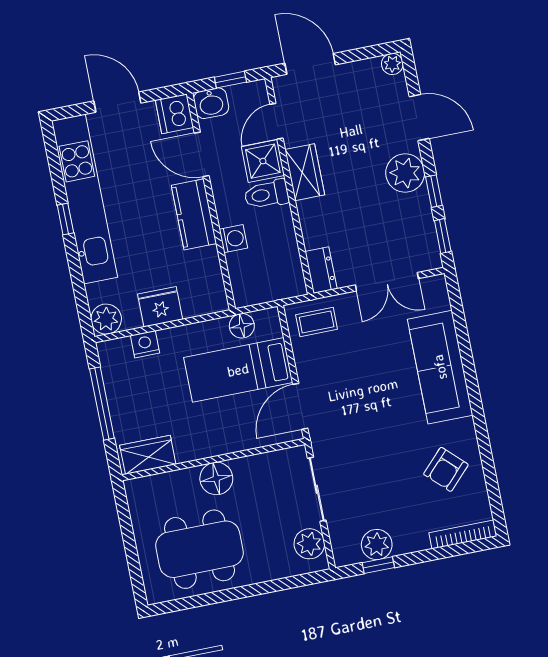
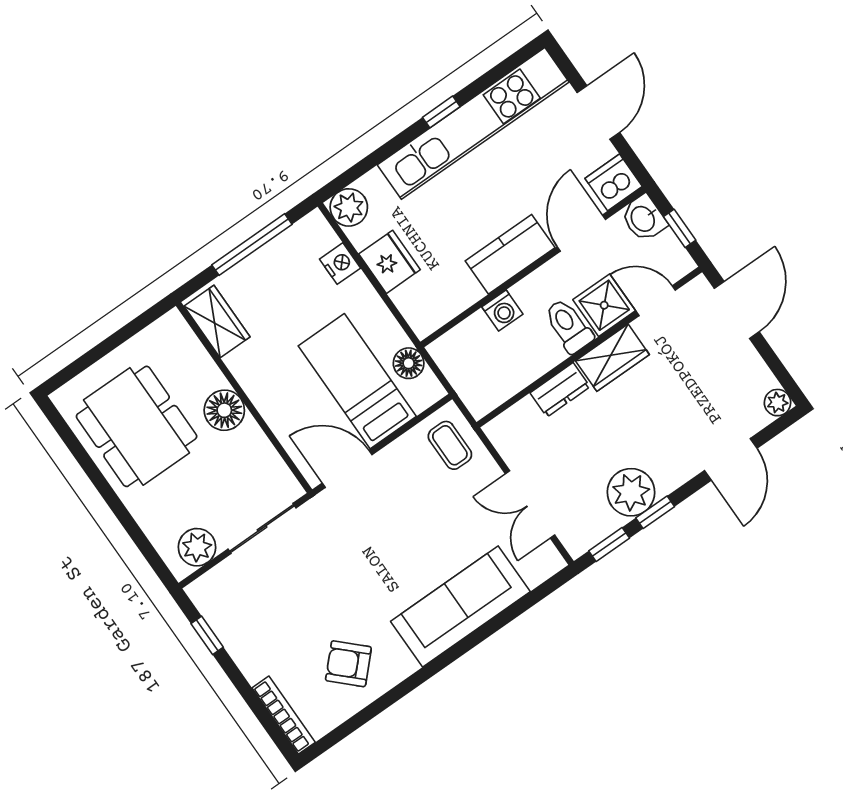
plant: (405, 173) -> (631, 492), moved
dresser: (321, 270) -> (560, 390), moved
plant: (377, 545) -> (230, 623), removed

